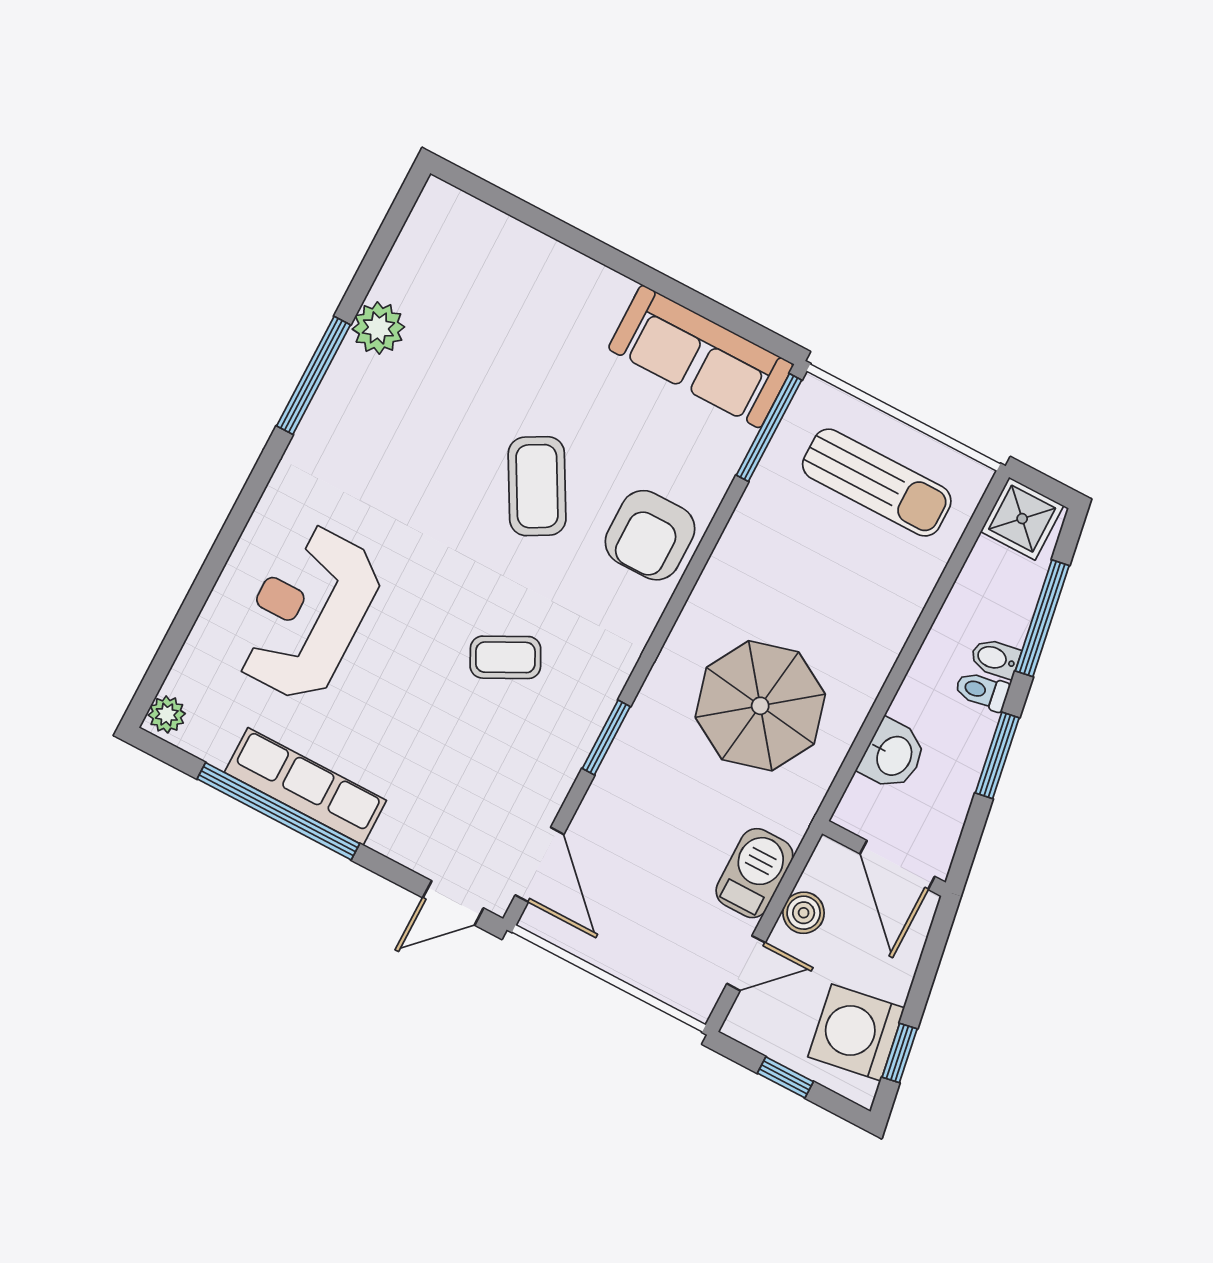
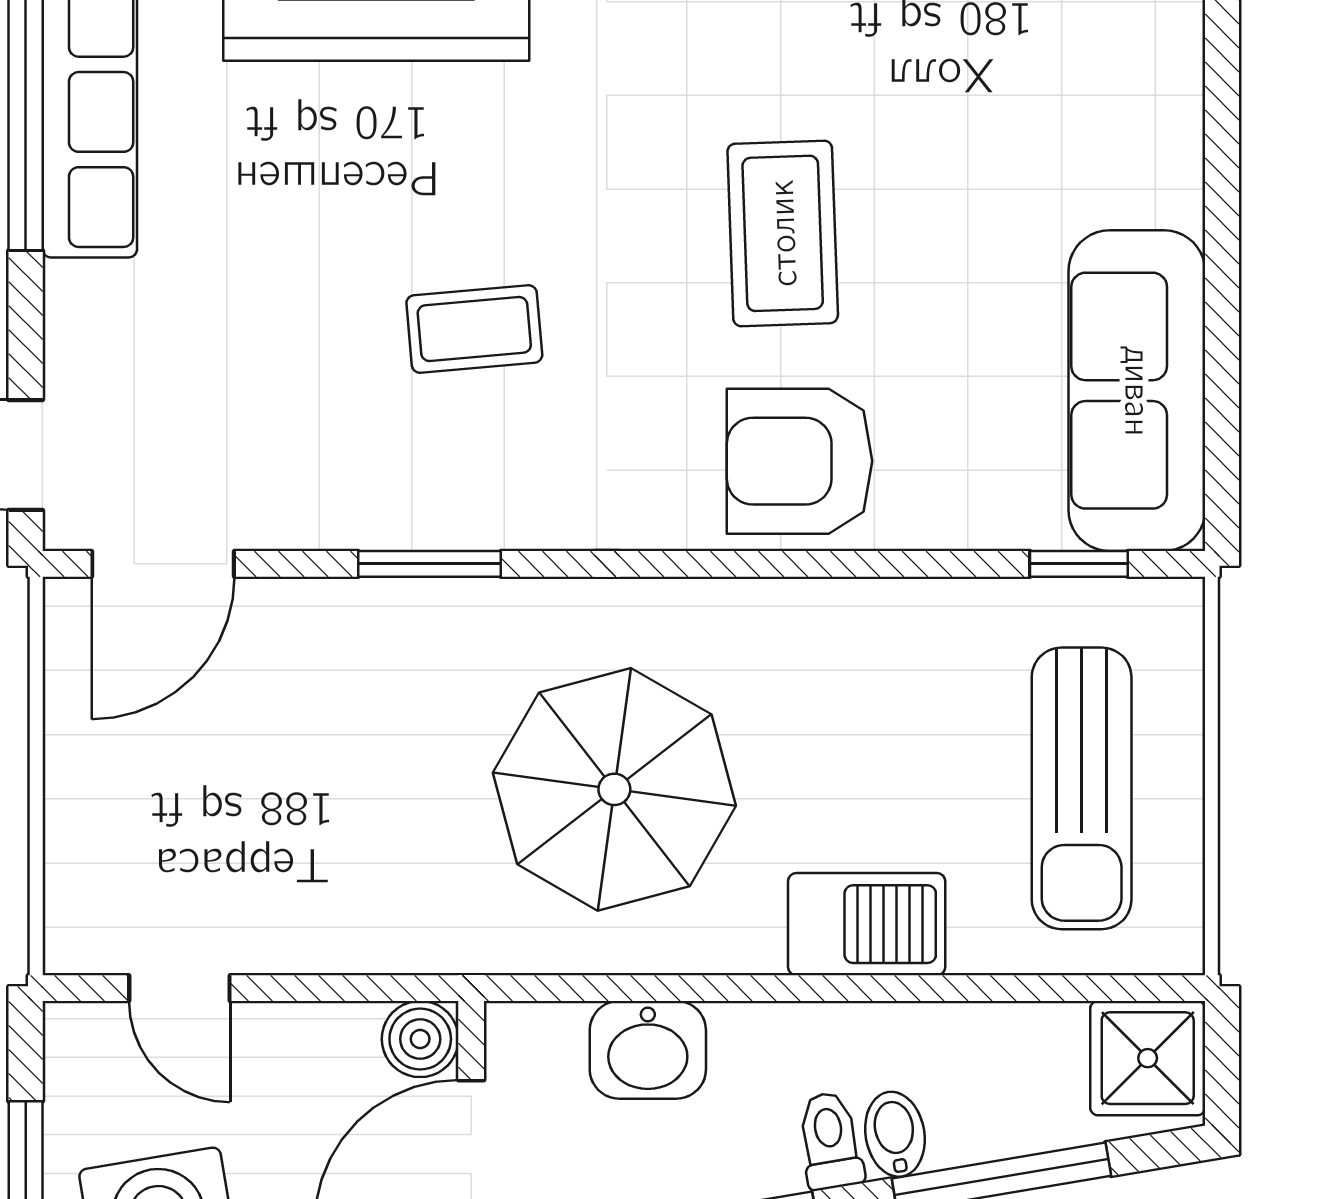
window: (769, 428) -> (1079, 564), width x0.46
coffee table: (537, 486) -> (783, 233), turned -63
coffee table: (505, 657) -> (474, 329), turned -68
barbecue: (754, 873) -> (867, 924), moved
boiler: (804, 913) -> (420, 1039), moved

